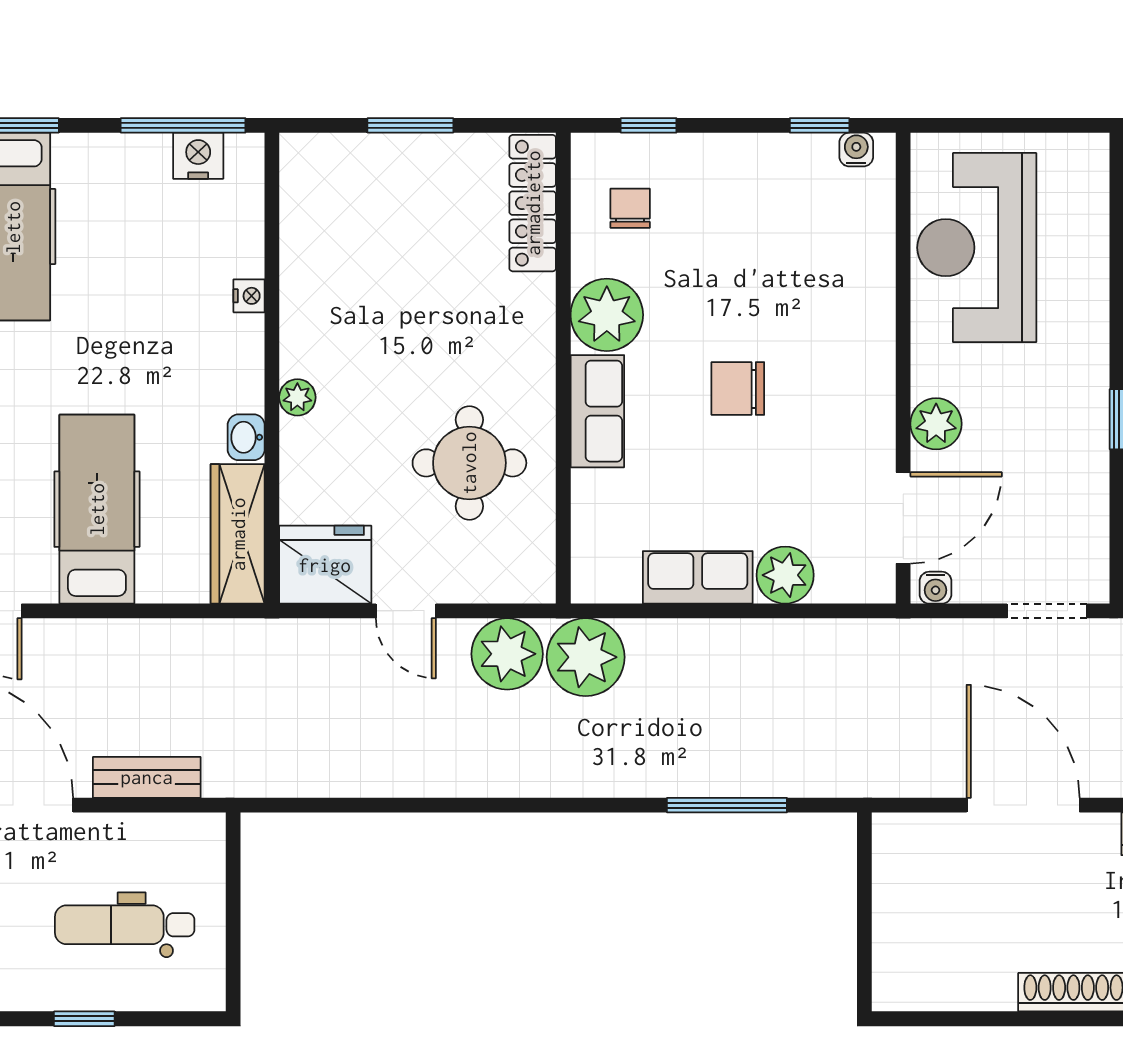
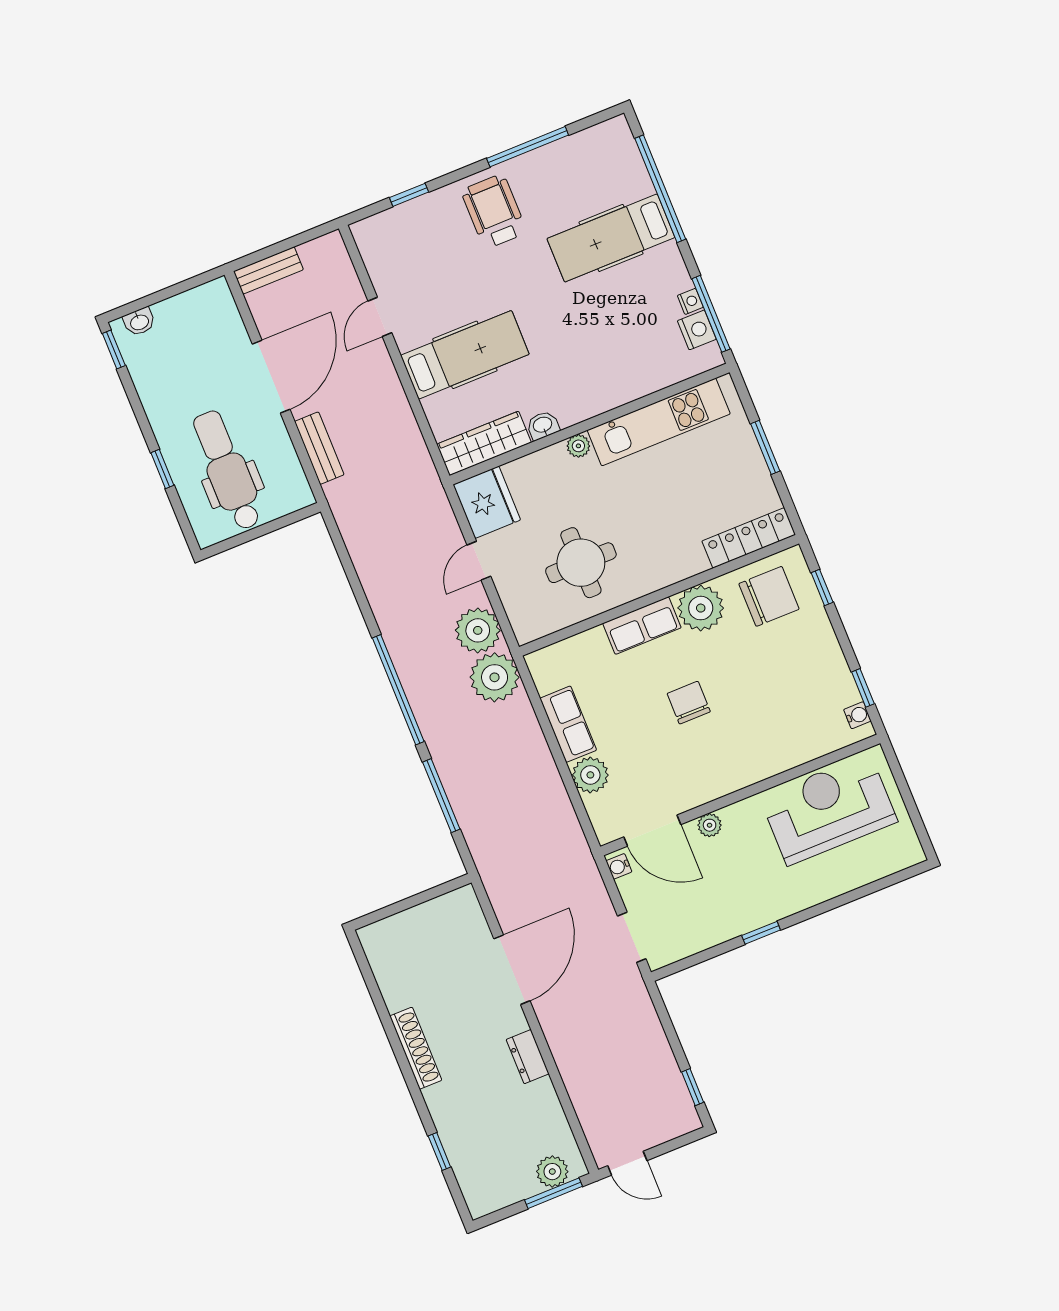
chair: (630, 208) -> (769, 596), width x1.87, depth x1.87
kitchen unit: (310, 266) -> (659, 422), added
nightstand: (249, 296) -> (690, 301), moved, turned -90
plant: (936, 424) -> (710, 825), width x0.73, depth x0.73
window: (547, 805) -> (398, 690), added
dental chair: (125, 925) -> (227, 470), width x1.36, depth x1.38

